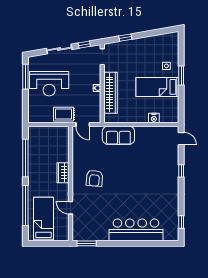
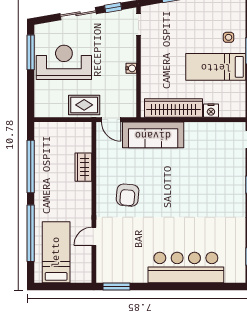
reception desk: (49, 84) -> (64, 62), turned 180
wardrobe: (110, 93) -> (173, 108), moved, turned -90
sofa: (118, 135) -> (153, 135), width x1.36
wardrobe: (63, 173) -> (83, 167), moved
door: (70, 208) -> (94, 236), hinge flipped

